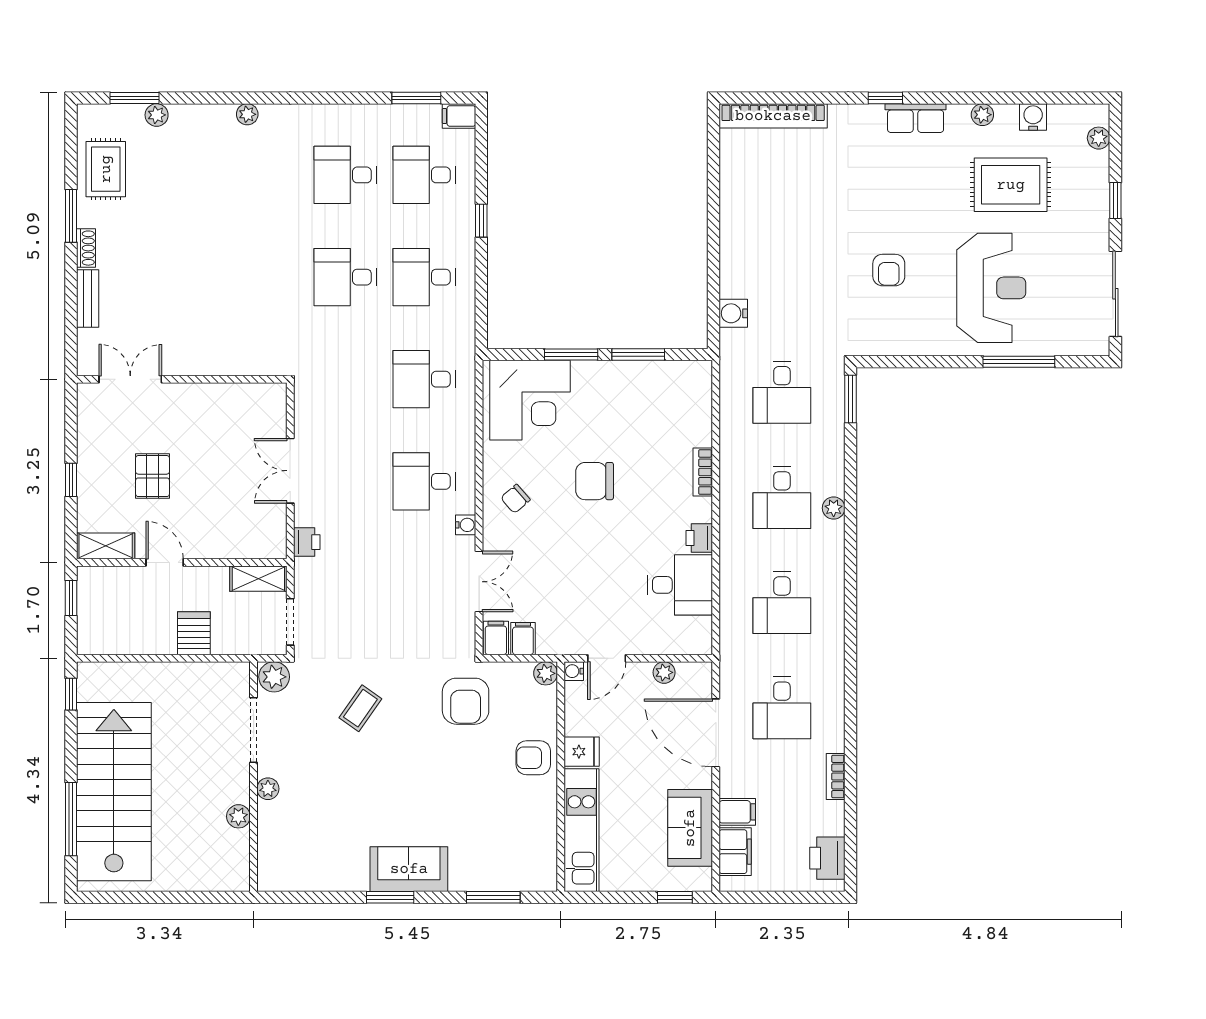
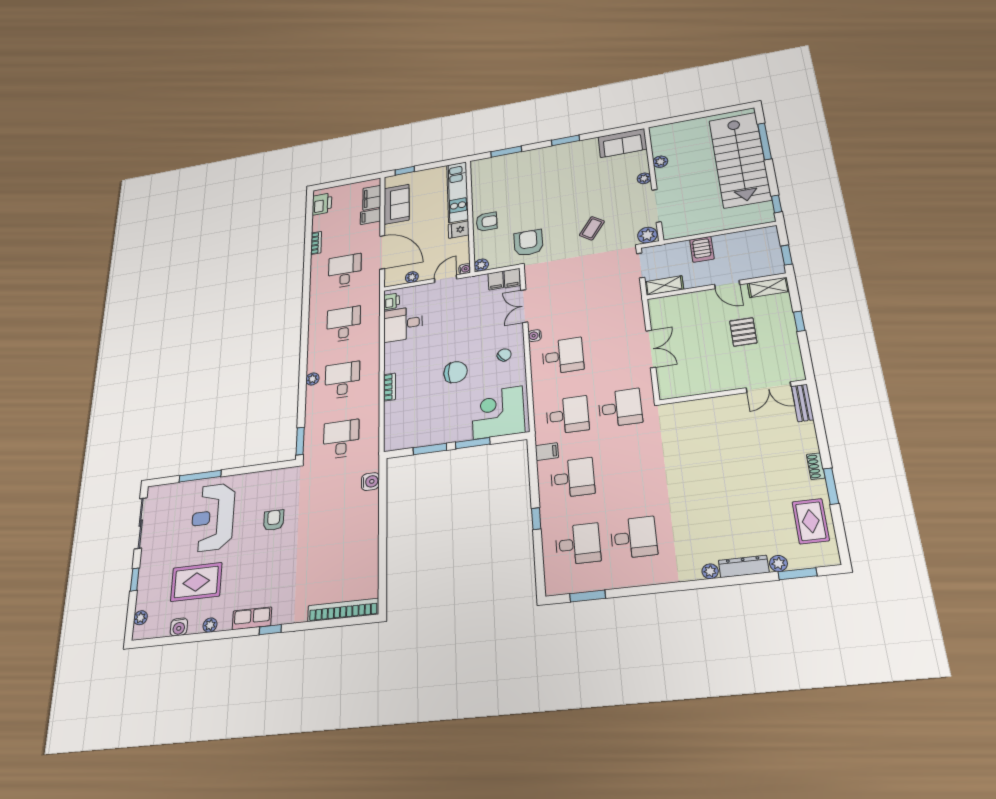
dresser: (202, 116) -> (744, 566), added
filing cabinet: (459, 116) -> (547, 452), moved
desk: (345, 277) -> (620, 408), moved
bench: (88, 299) -> (803, 403), moved
printer: (699, 538) -> (392, 301), moved
printer: (307, 542) -> (635, 310), removed
sofa: (409, 869) -> (622, 143), moved

